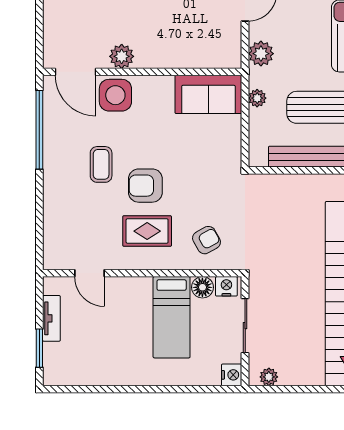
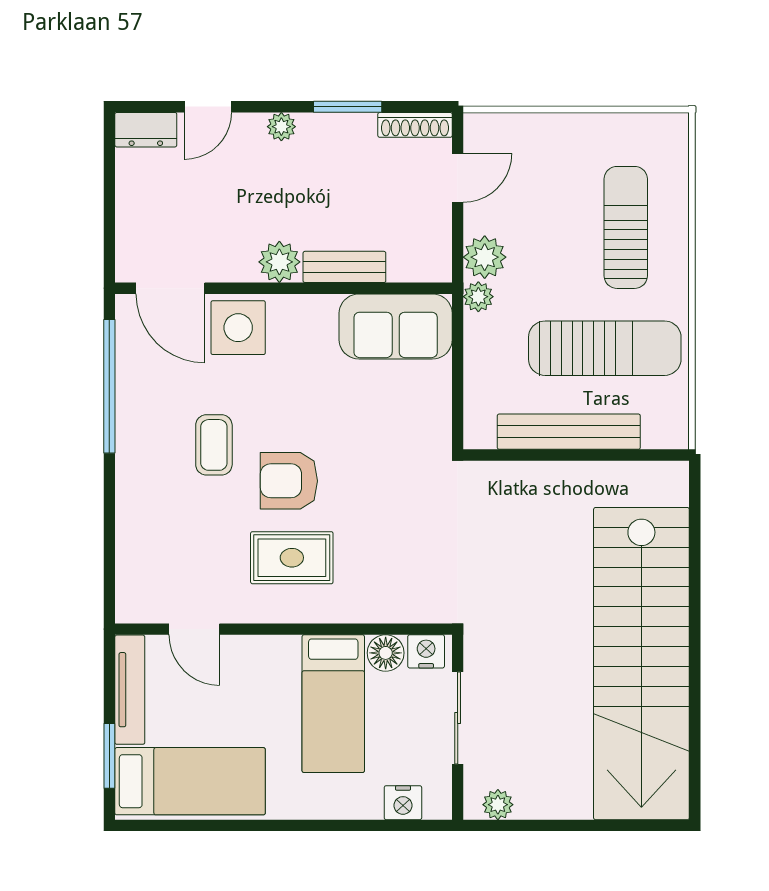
plant: (122, 56) -> (279, 262), moved
bench: (178, 59) -> (344, 267), added
plant: (257, 98) -> (478, 297), moved
armchair: (207, 240) -> (392, 573), removed
tv unit: (51, 318) -> (130, 690), width x1.41
bed: (87, 363) -> (190, 781), added
nightstand: (232, 375) -> (403, 803), moved, turned 90

